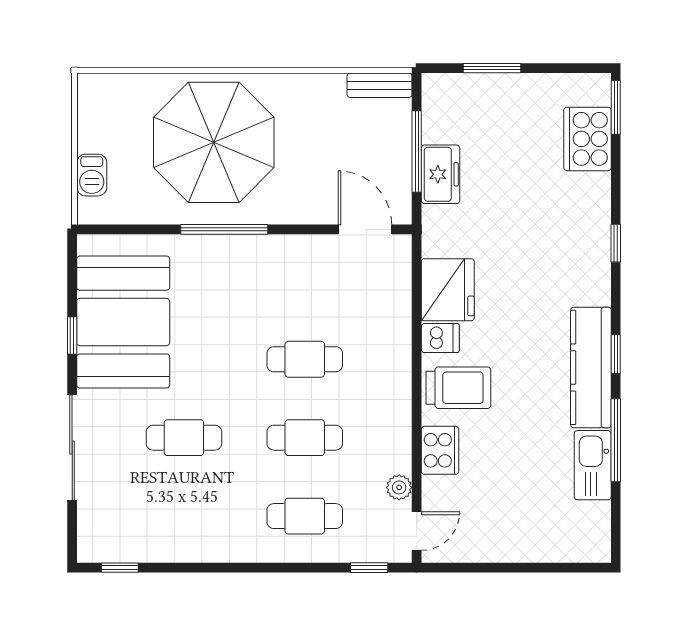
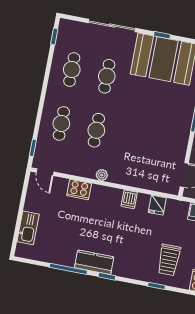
fridge: (448, 290) -> (157, 205), width x0.53, depth x0.75
cafe table: (305, 359) -> (72, 70), moved
kitchen counter: (591, 367) -> (94, 262), width x0.67
trolley: (458, 388) -> (169, 260), moved
kitchen sink: (593, 465) -> (28, 228), moved, turned 90
plant: (399, 487) -> (102, 175), moved

